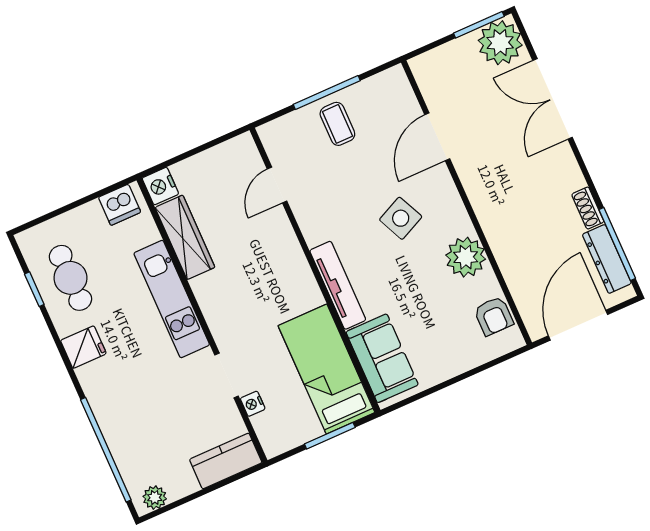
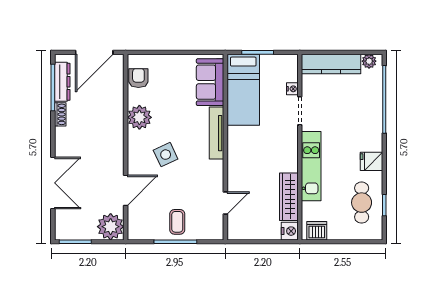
plant: (500, 43) -> (111, 227), moved
kitchen counter: (226, 461) -> (331, 64), width x1.50

